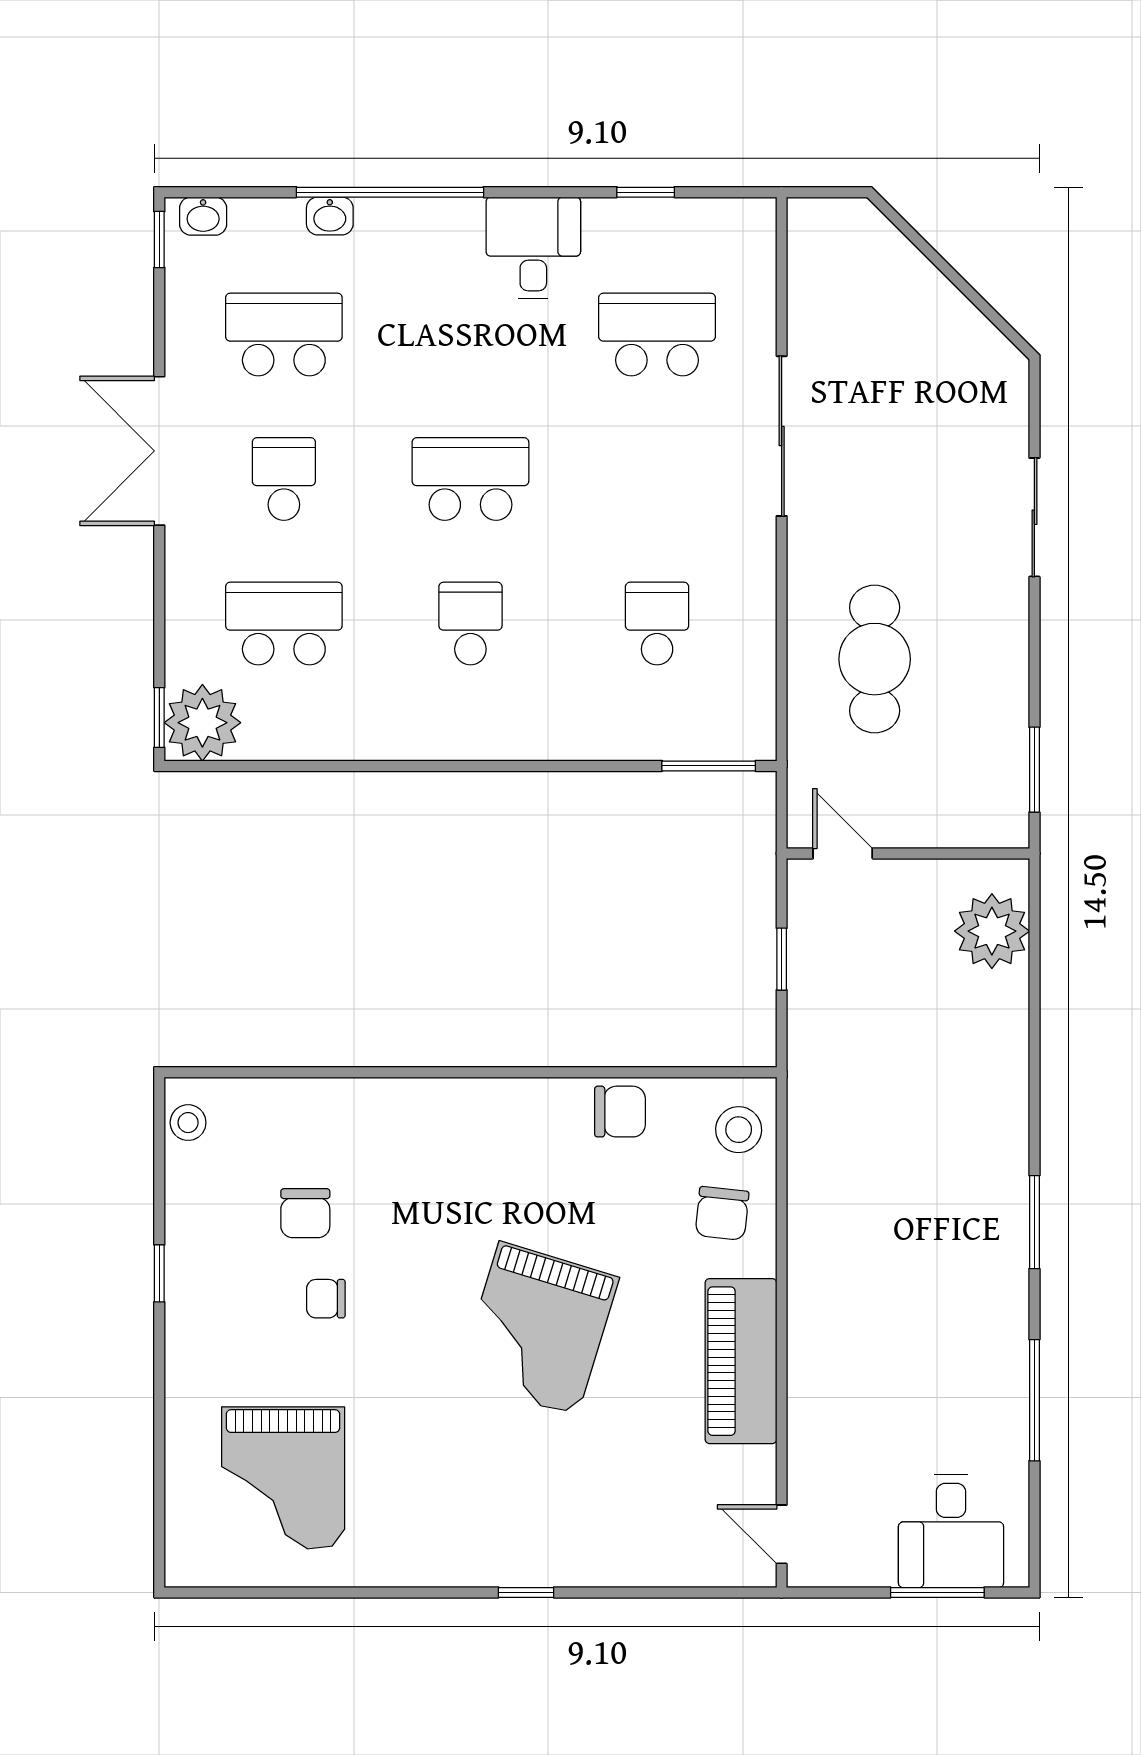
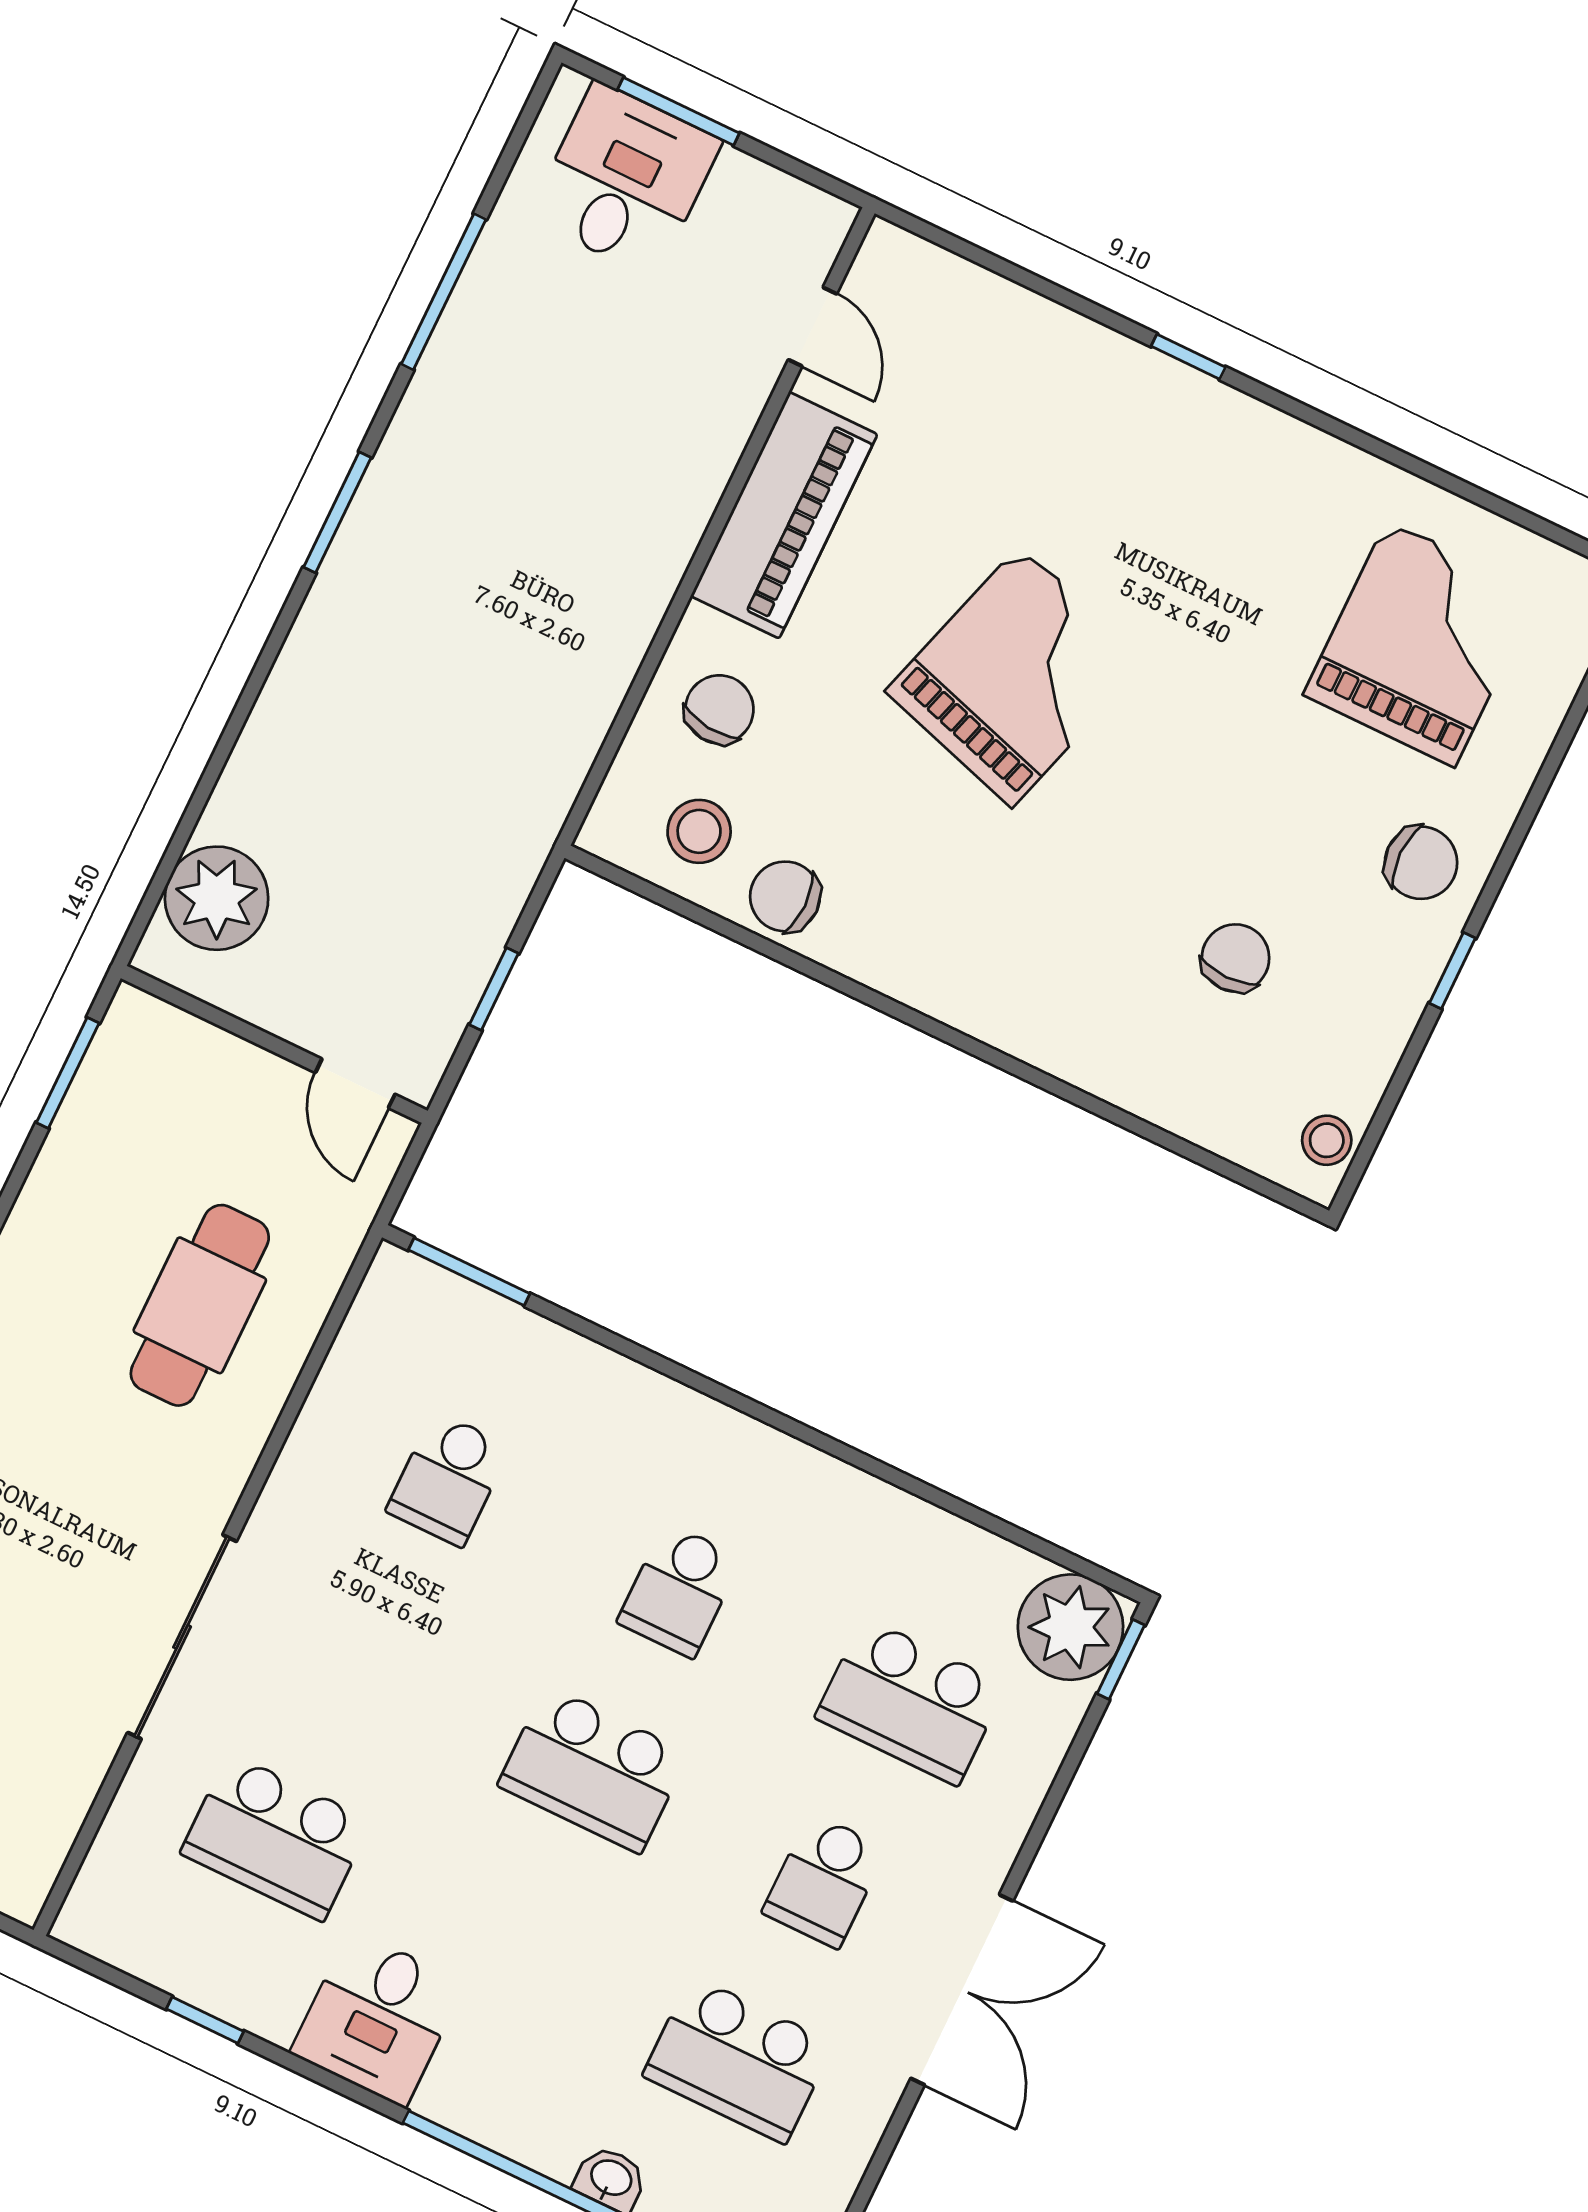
stool: (739, 1130) -> (699, 831), moved
chair: (326, 1299) -> (1421, 863), moved, width x1.37, depth x1.37
door: (782, 1534) -> (813, 327), moved

